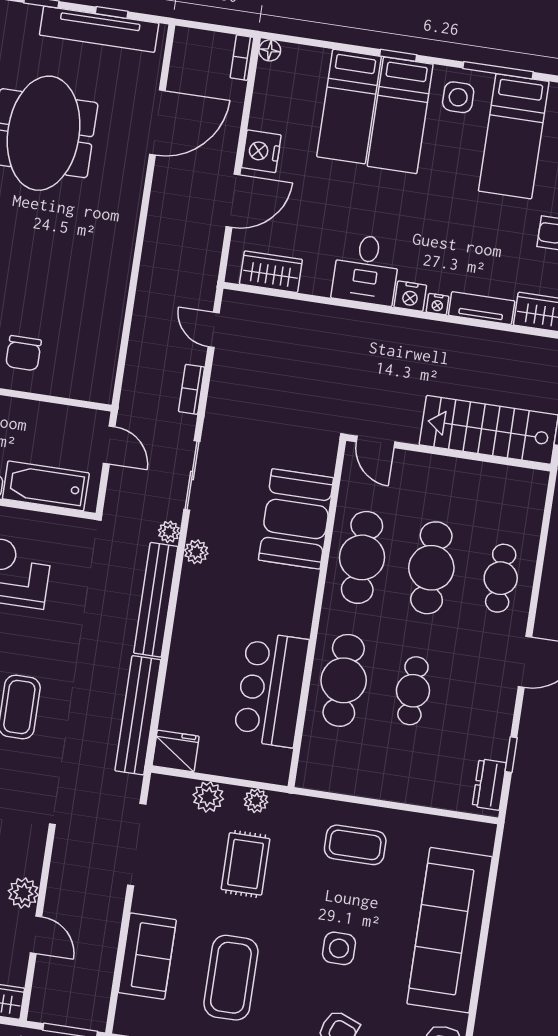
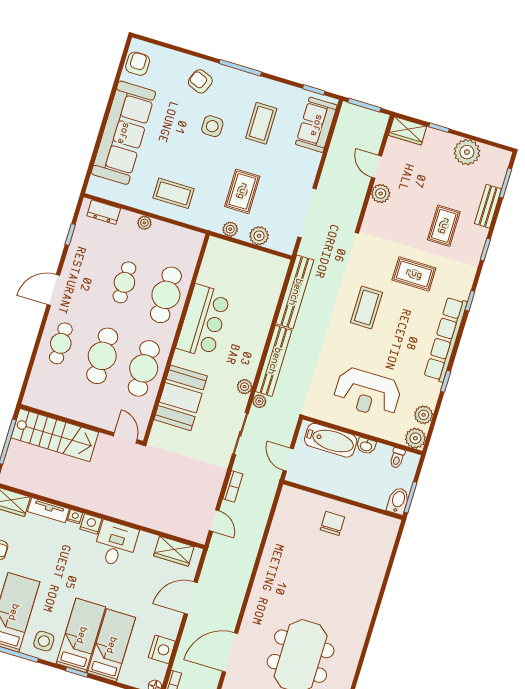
nightstand: (261, 151) -> (162, 649), moved
bar counter: (271, 689) -> (203, 321), moved
fridge: (176, 751) -> (275, 267), removed
dresser: (489, 785) -> (104, 212), moved, turned 90
plant: (395, 791) -> (144, 223), added
side table: (339, 948) -> (212, 126), moved
sofa: (147, 956) -> (316, 125), moved
coffee table: (231, 978) -> (261, 123), width x0.73, depth x0.76

